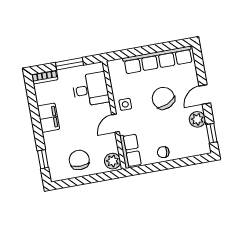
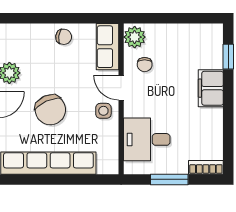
filing cabinet: (48, 118) -> (211, 88), moved
door: (116, 123) -> (121, 88), swing flipped
chair: (79, 160) -> (145, 65), moved, width x0.54, depth x0.54

